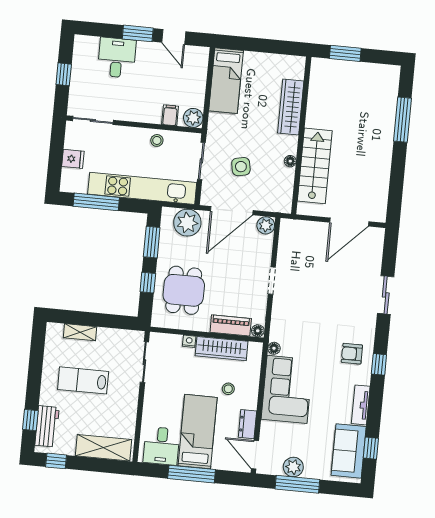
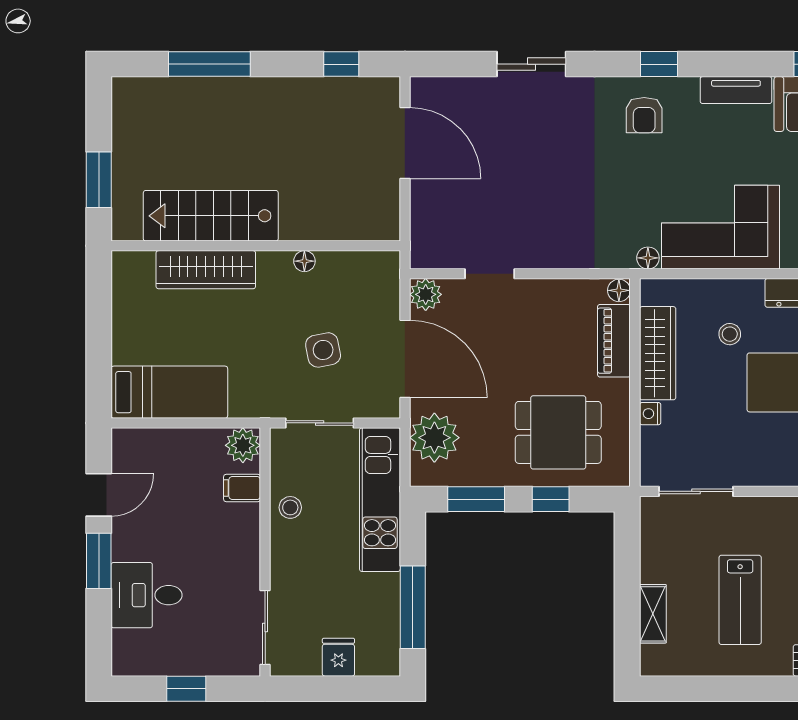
stairs: (315, 166) -> (211, 216), moved
kitchen unit: (142, 188) -> (380, 500), width x0.73
window: (396, 191) -> (341, 64), added
doorway: (272, 281) -> (490, 274), moved

